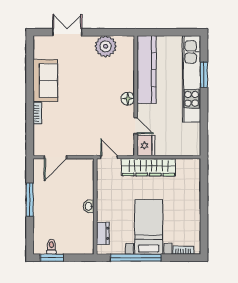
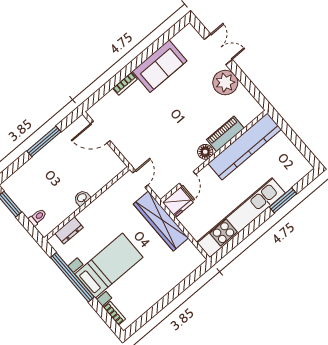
plant: (106, 46) -> (225, 83), moved
piano: (127, 75) -> (225, 134), added
kitchen unit: (192, 79) -> (241, 218), moved
toilet: (51, 247) -> (38, 217), moved

